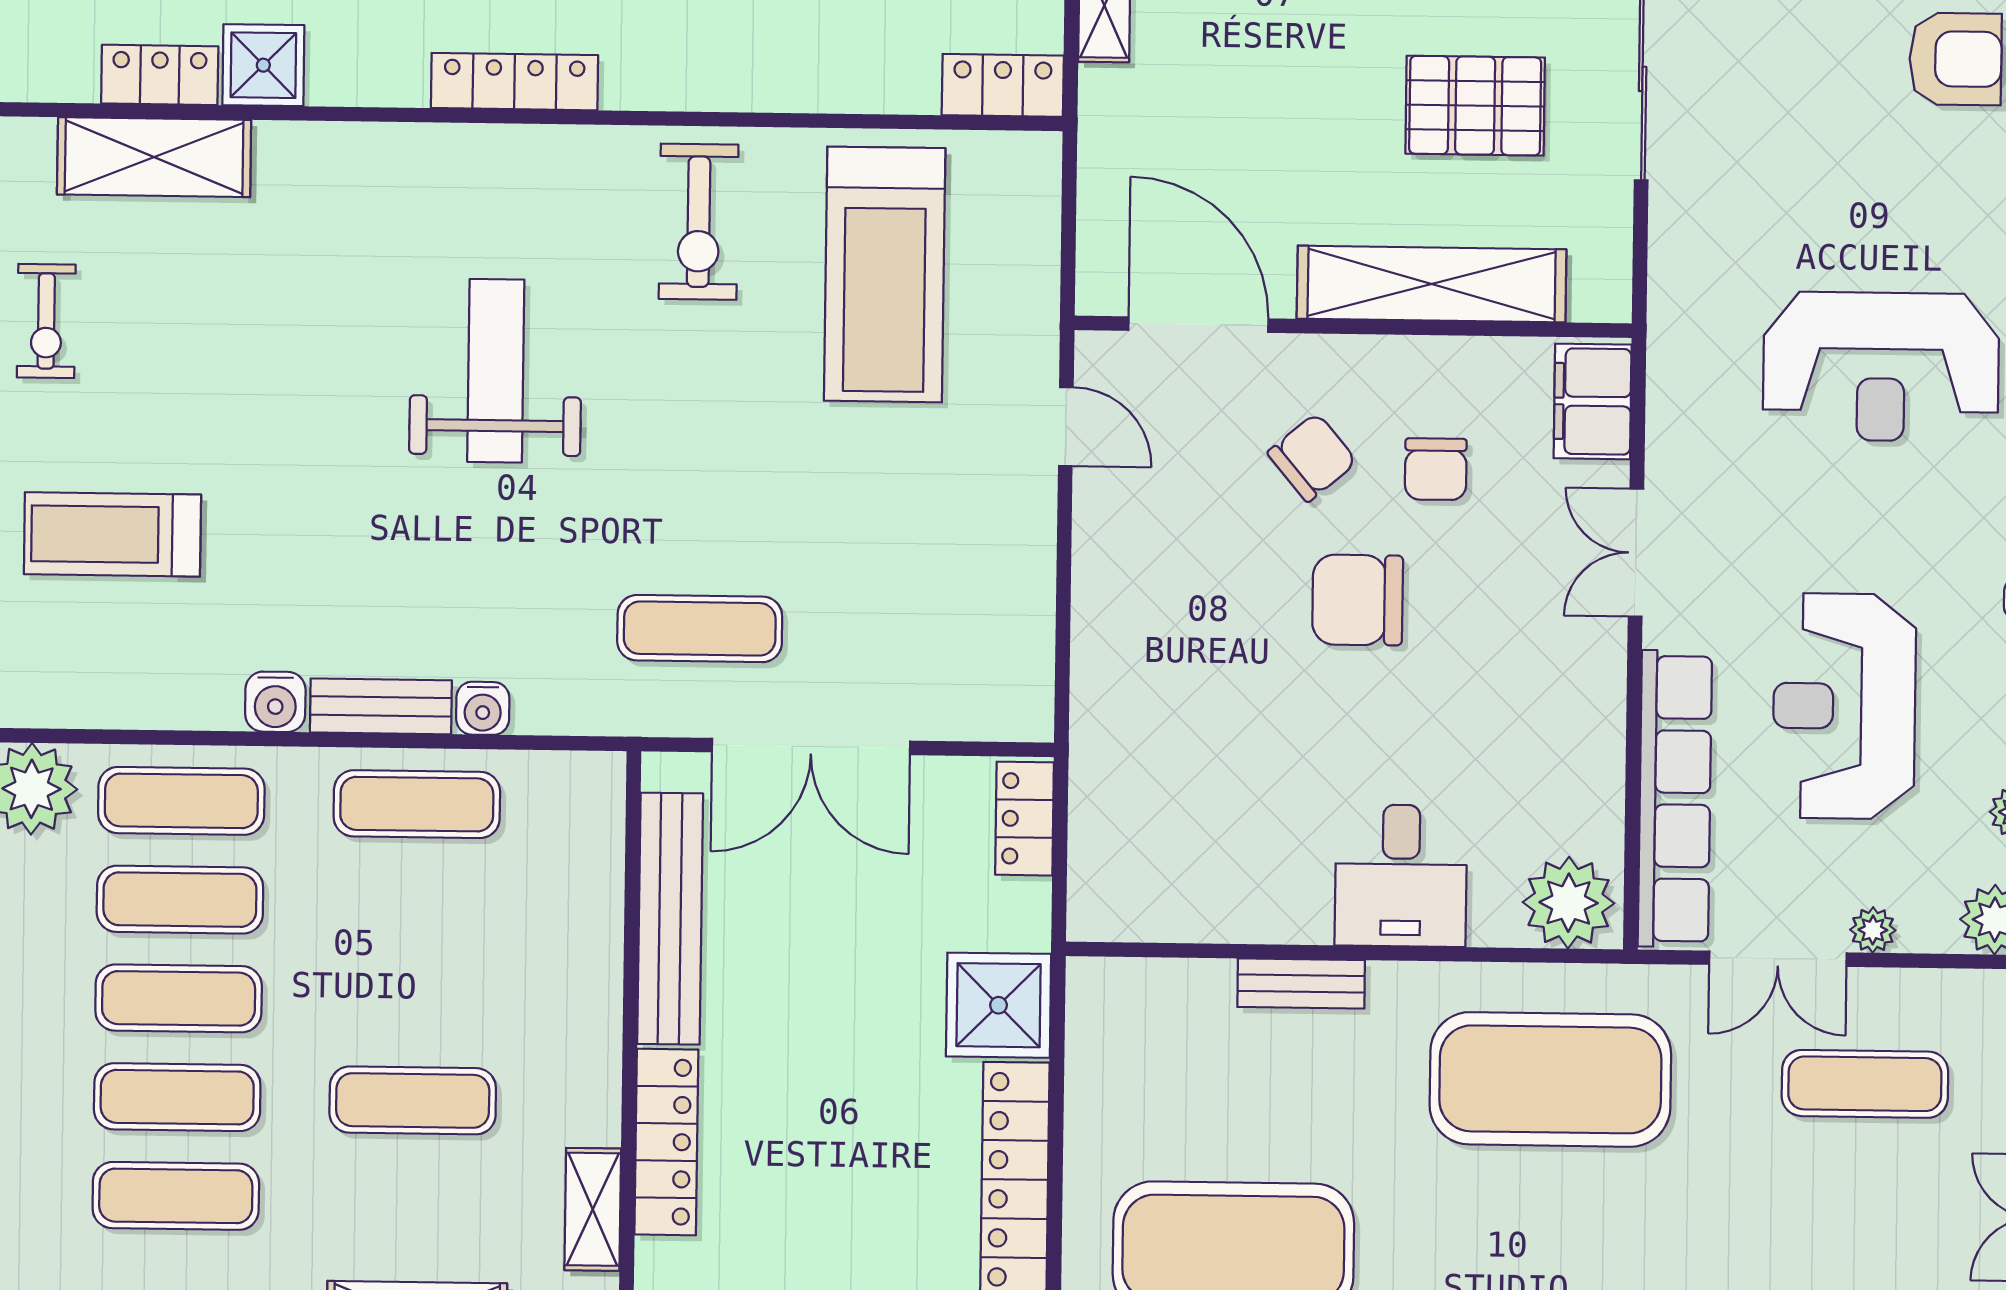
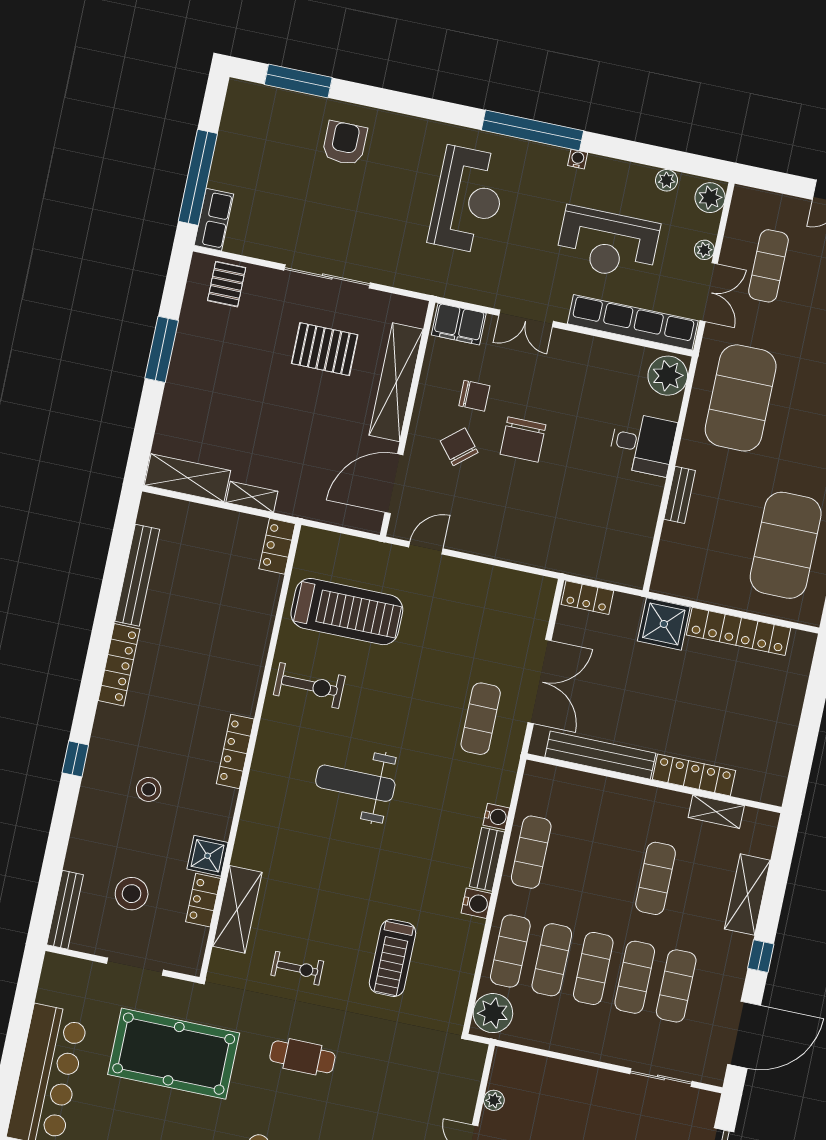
pallet: (1475, 106) -> (325, 349), turned 90

